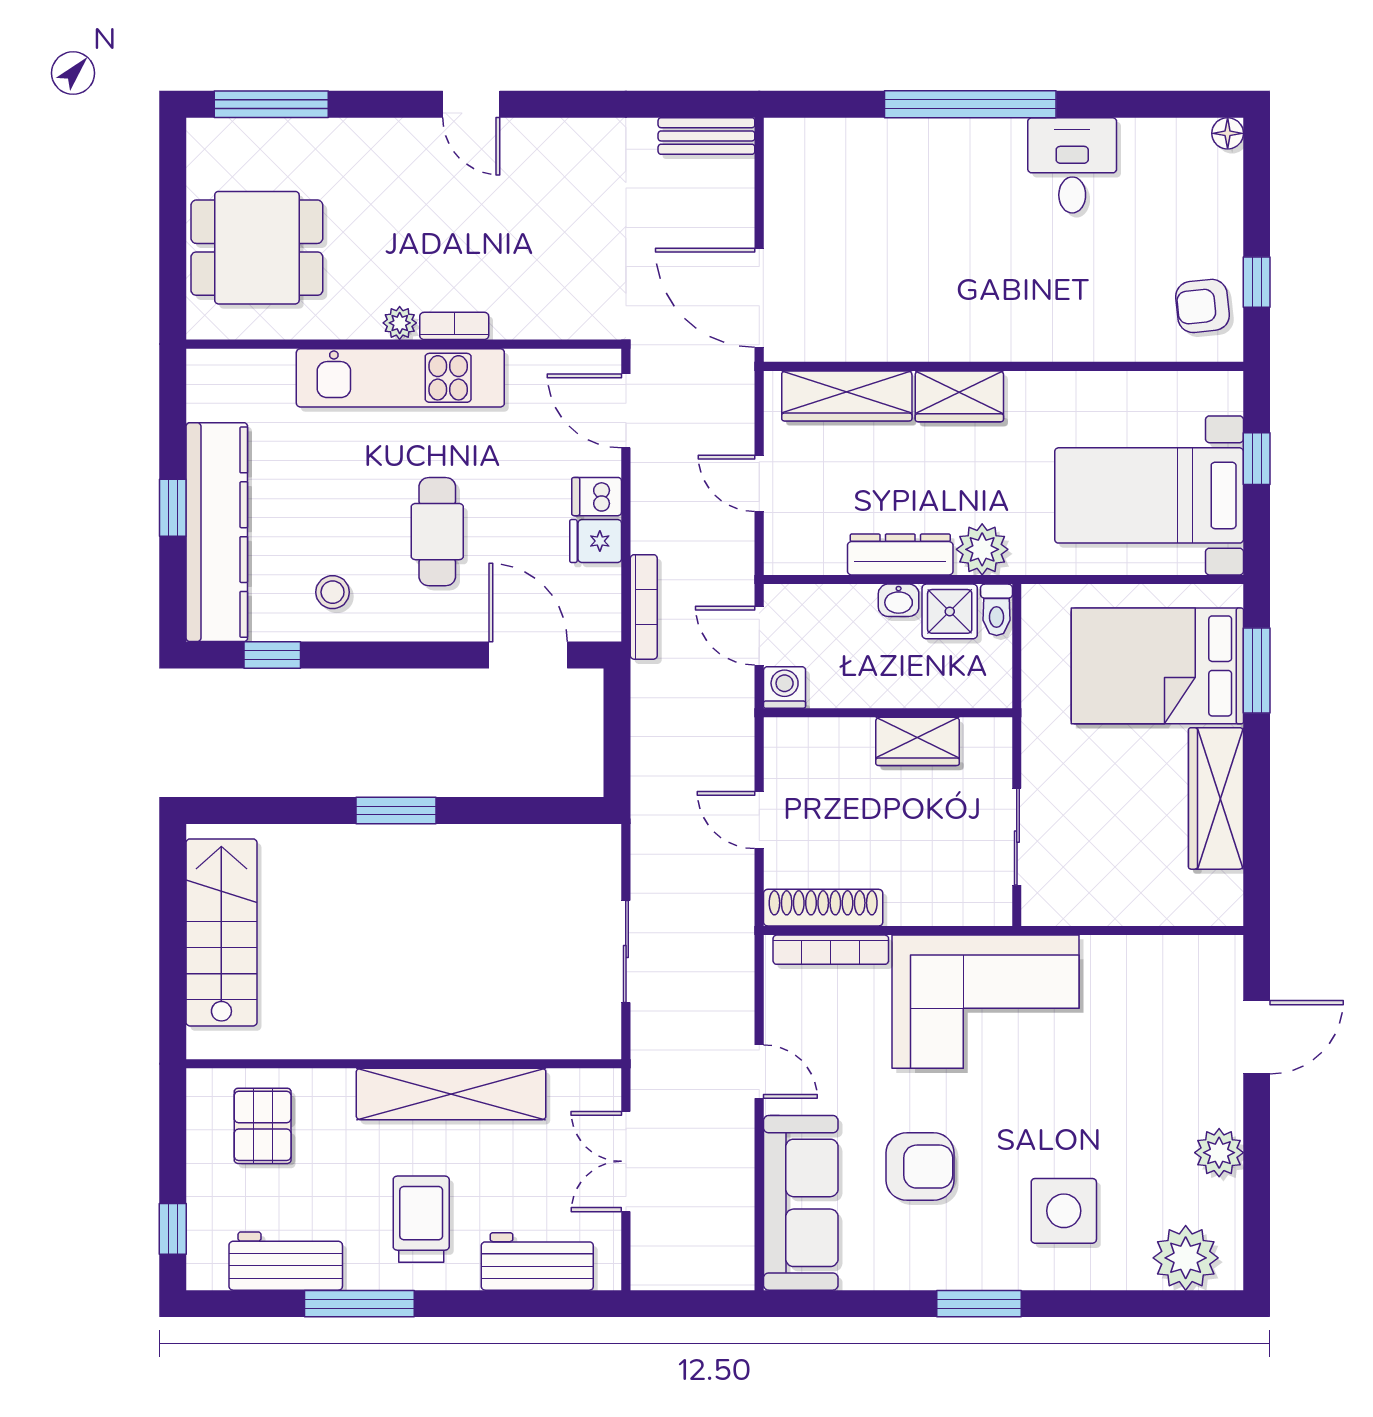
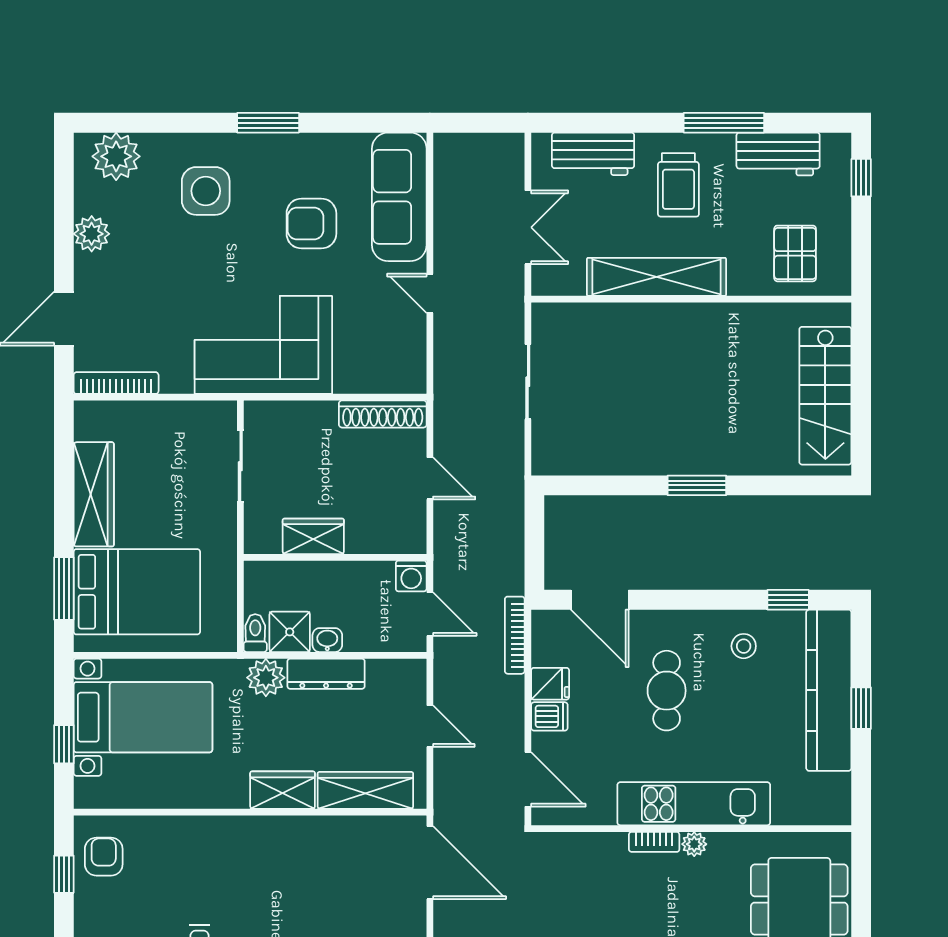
armchair: (1202, 306) -> (104, 857), turned -84
bookcase: (831, 950) -> (116, 383), moved

